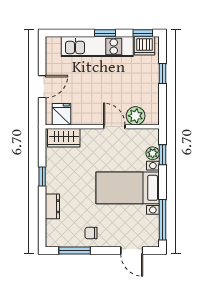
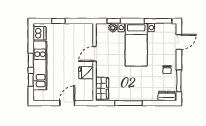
window: (143, 33) -> (31, 80), moved
door: (42, 87) -> (67, 103), hinge flipped
fridge: (61, 114) -> (86, 73), moved
plant: (136, 116) -> (87, 39), removed
window: (42, 176) -> (128, 103), width x2.17
dresser: (52, 206) -> (167, 96), moved

